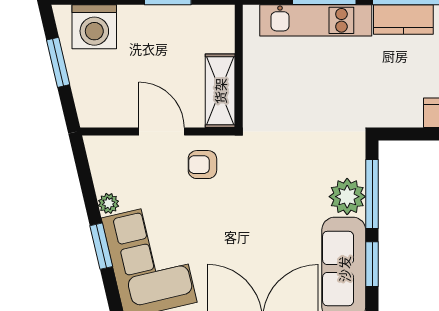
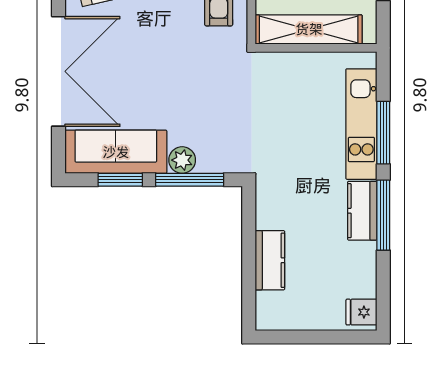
shelving: (220, 91) -> (309, 29), width x1.47
plant: (347, 197) -> (182, 160), width x0.73, depth x0.73

